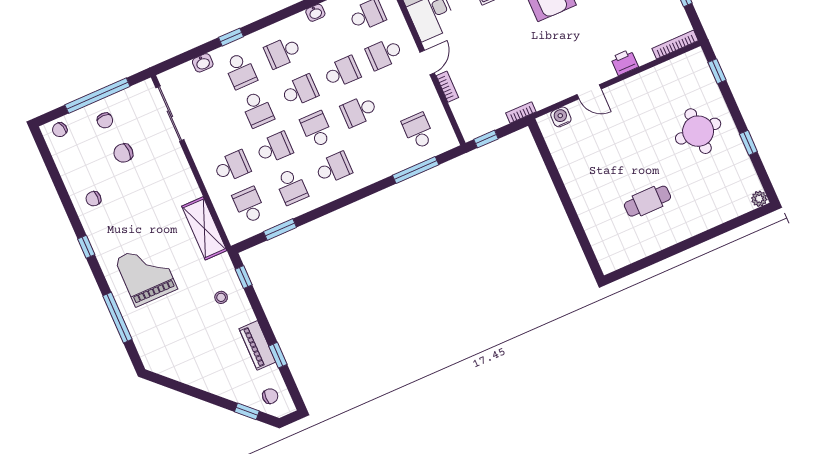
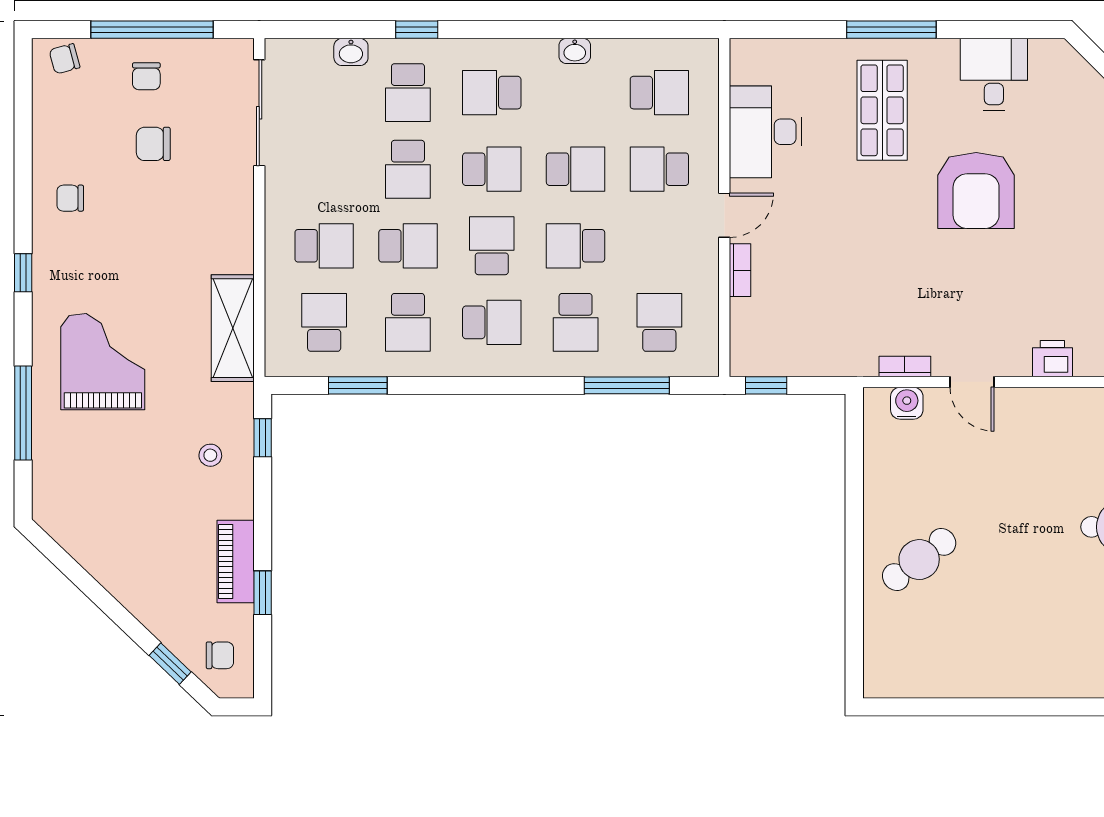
bookcase: (521, 112) -> (905, 367), moved
school desk: (376, 150) -> (576, 322), added
cafe table: (647, 201) -> (919, 560), moved, turned -37

